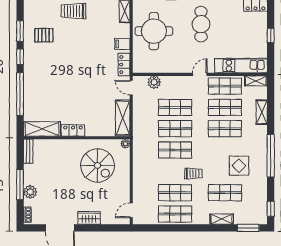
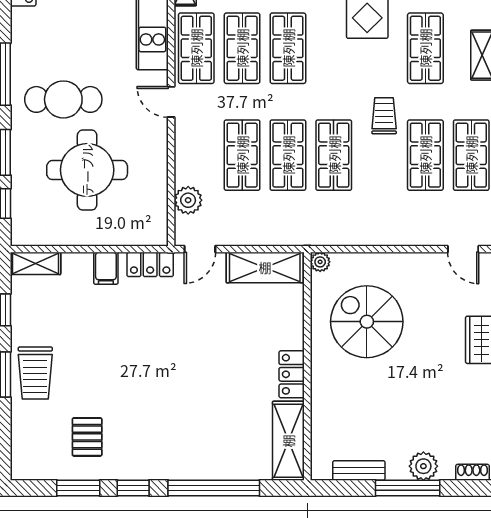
round table: (154, 31) -> (87, 170), moved
bench: (28, 151) -> (359, 470), moved
spiral stairs: (97, 165) -> (367, 322), turned -90

